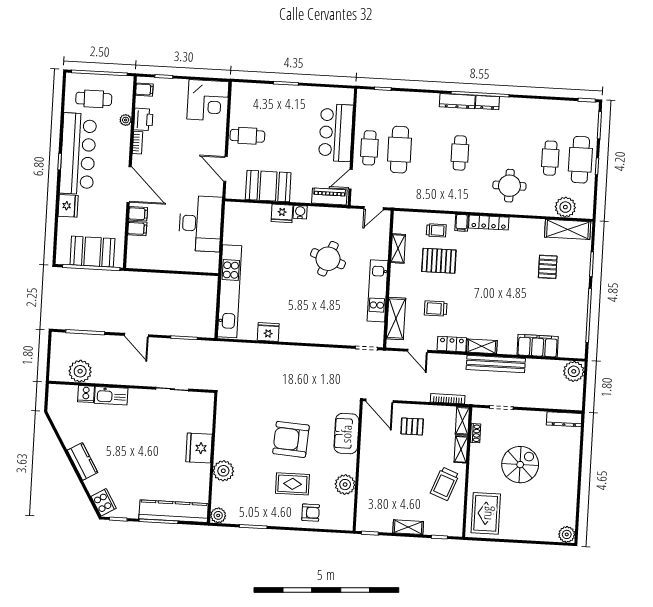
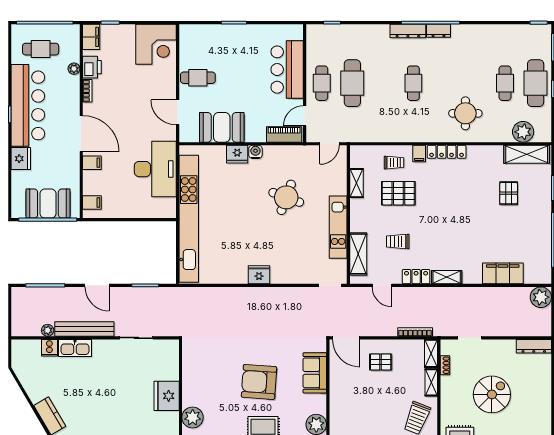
filing cabinet: (144, 90) -> (91, 37), width x2.00
filing cabinet: (137, 228) -> (92, 202), moved
kitchen unit: (230, 291) -> (189, 219), width x1.36
fridge: (268, 332) -> (259, 275), moved
bench: (496, 364) -> (84, 329), moved
plant: (80, 371) -> (48, 330), width x0.53, depth x0.53

